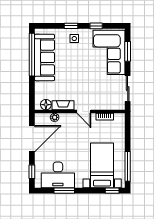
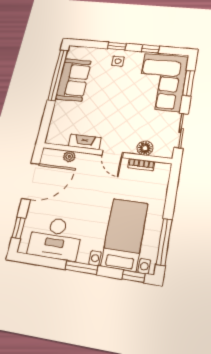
sofa: (45, 57) -> (74, 80), width x0.73
floor lamp: (46, 105) -> (145, 148), moved
window: (64, 191) -> (82, 268), moved

